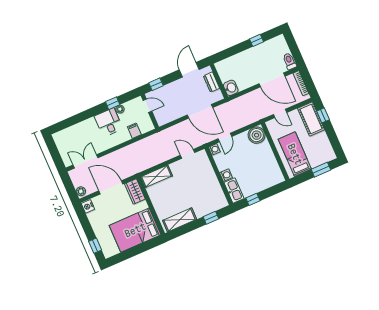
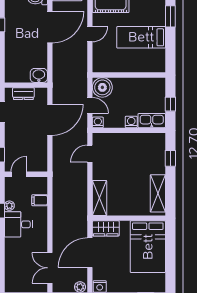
boiler: (257, 135) -> (102, 87), moved
wall: (275, 151) -> (129, 75), moved

